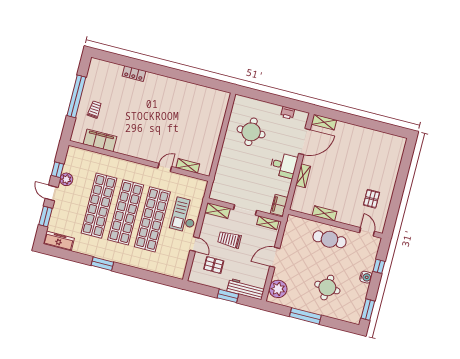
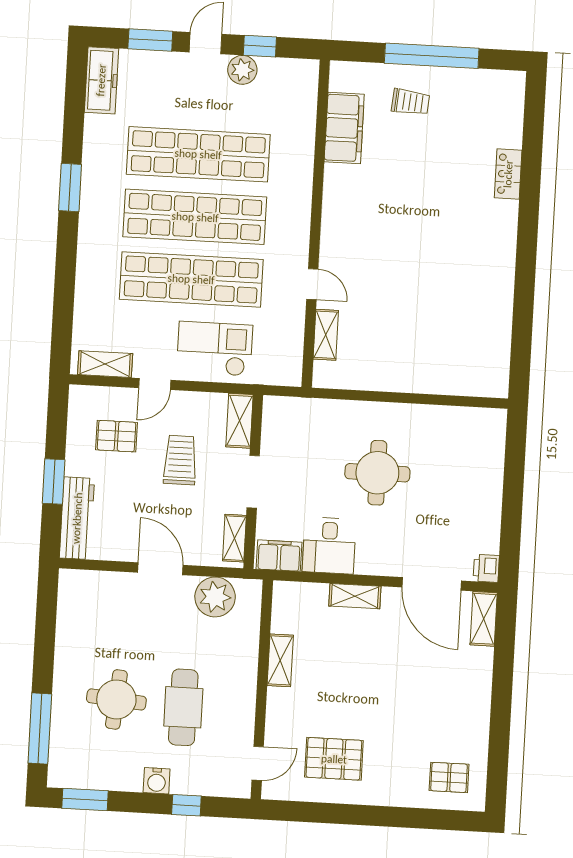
printer: (288, 113) -> (486, 568), moved
round table: (251, 132) -> (377, 473), moved
pallet: (389, 151) -> (449, 777), added
desk: (284, 165) -> (329, 546), moved
pallet: (372, 199) -> (334, 759), width x1.50, depth x1.42
cafe table: (330, 239) -> (183, 707), moved
shelving: (182, 264) -> (105, 364), added
pallet: (214, 265) -> (116, 436), turned 90
plant: (278, 289) -> (215, 597), moved
window: (305, 316) -> (40, 729), moved

